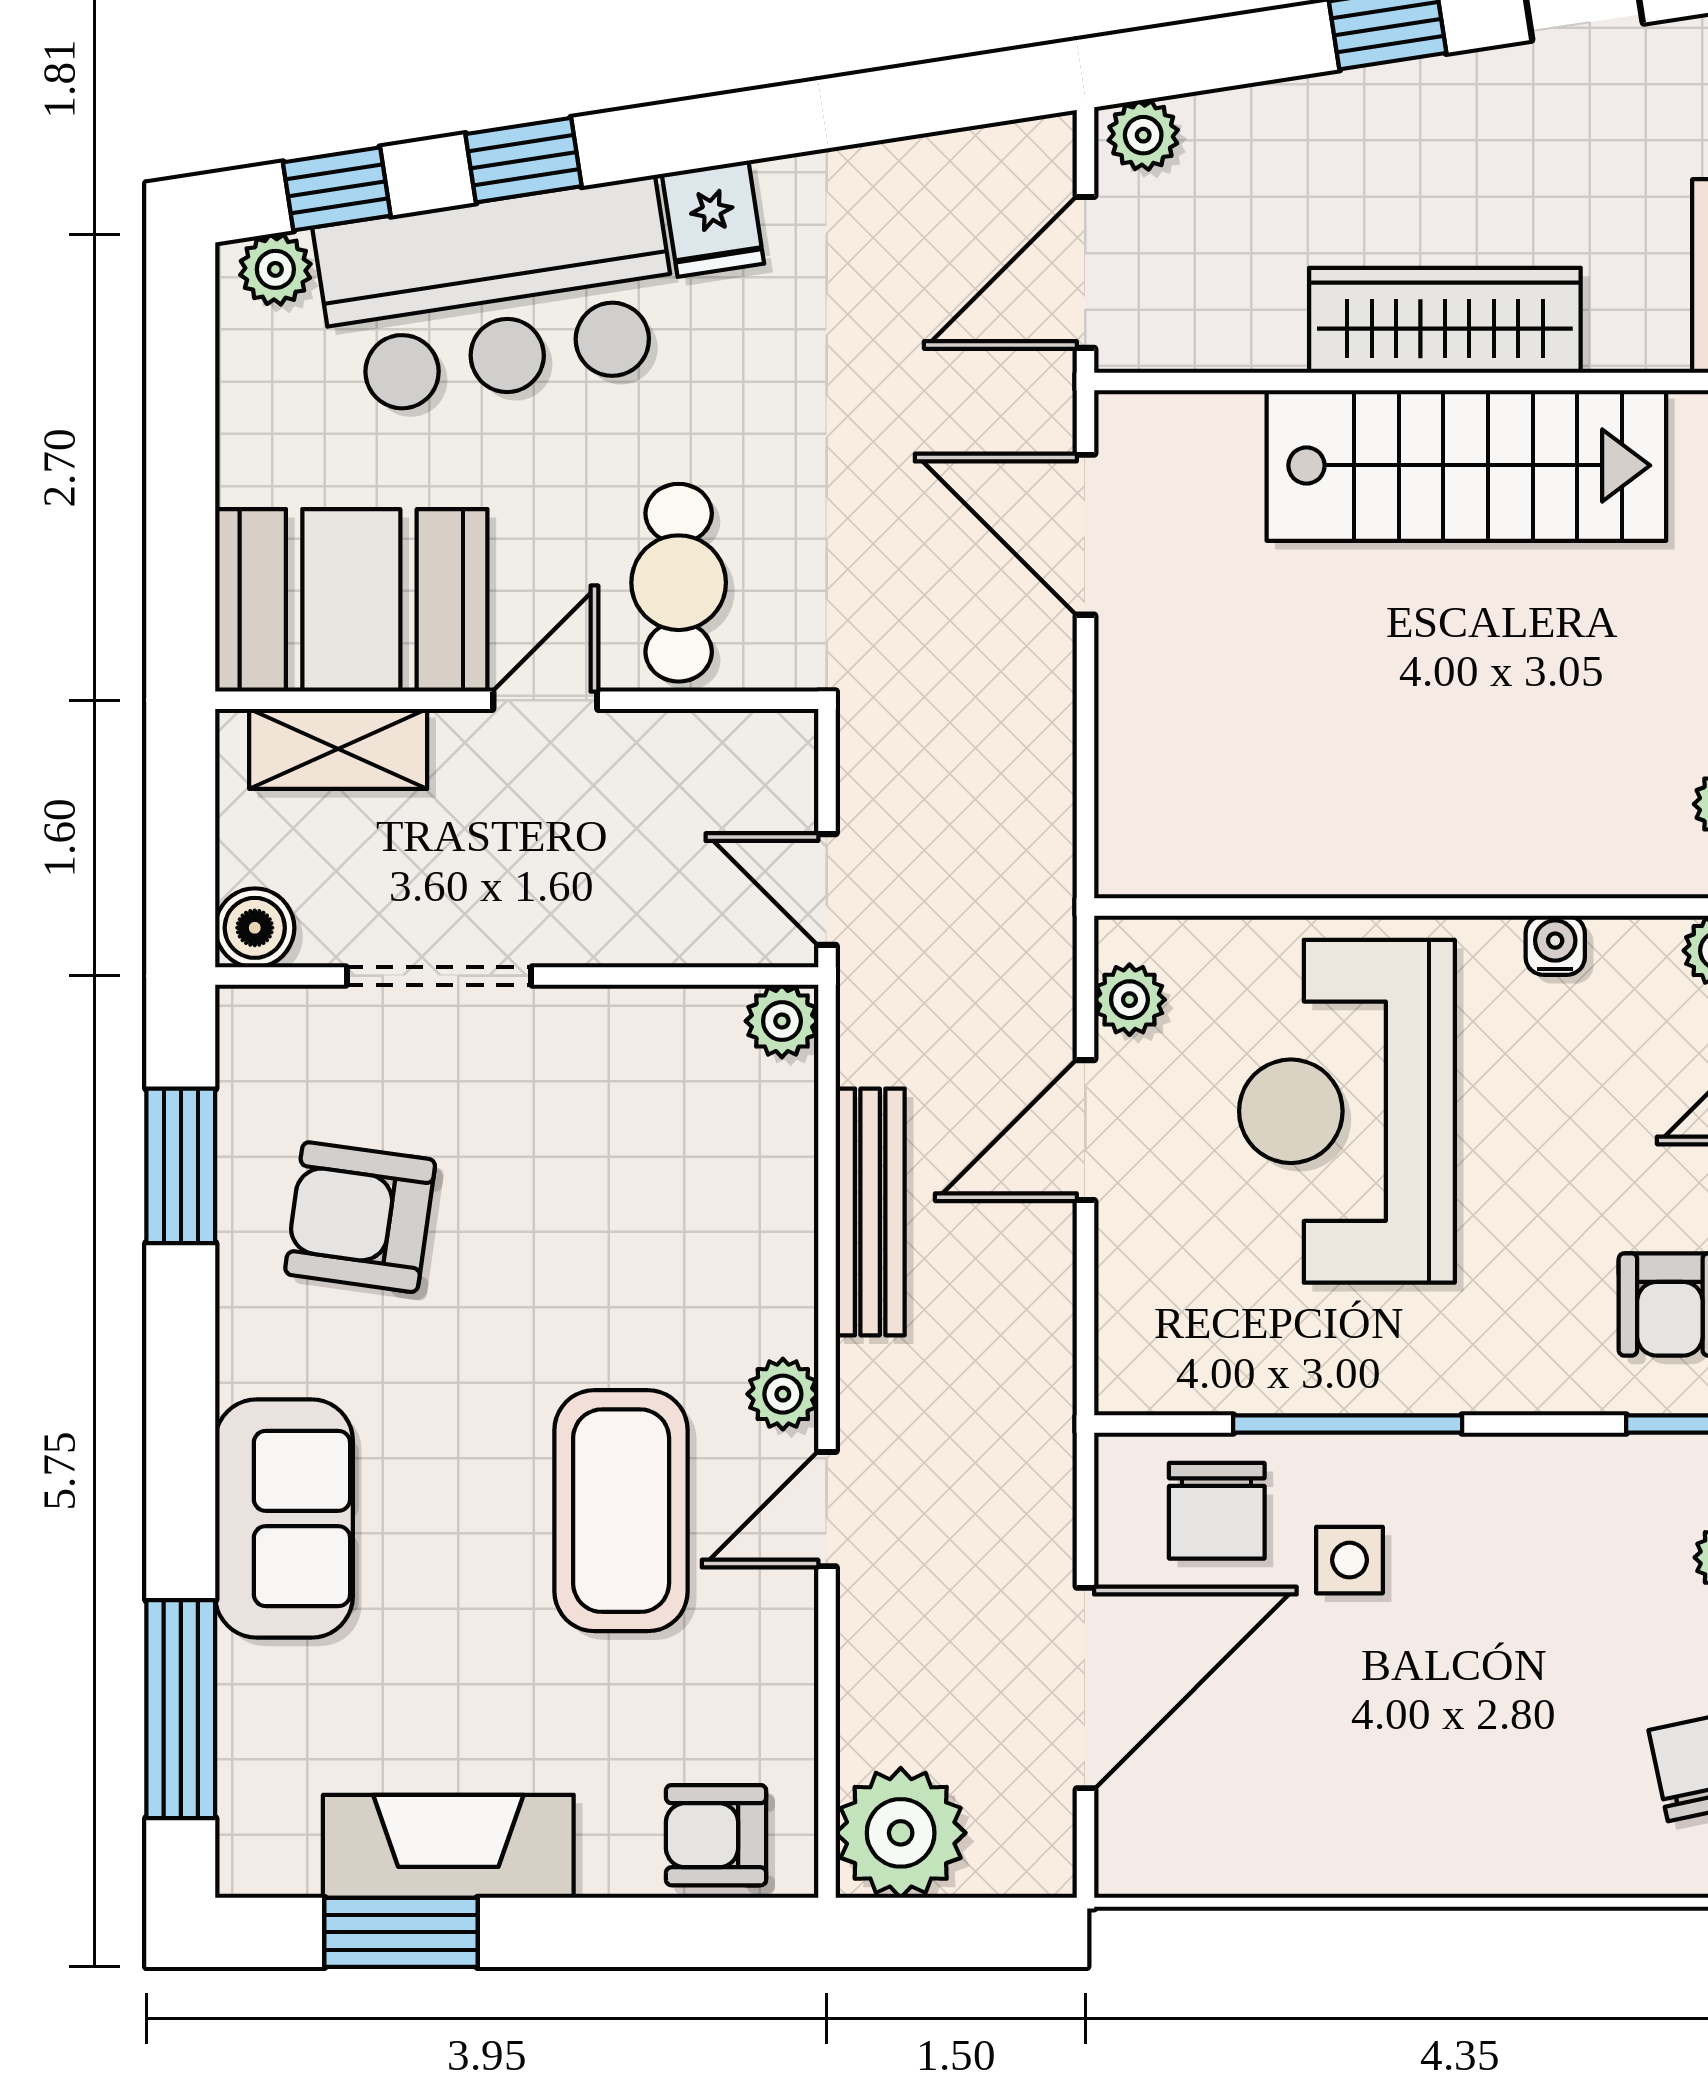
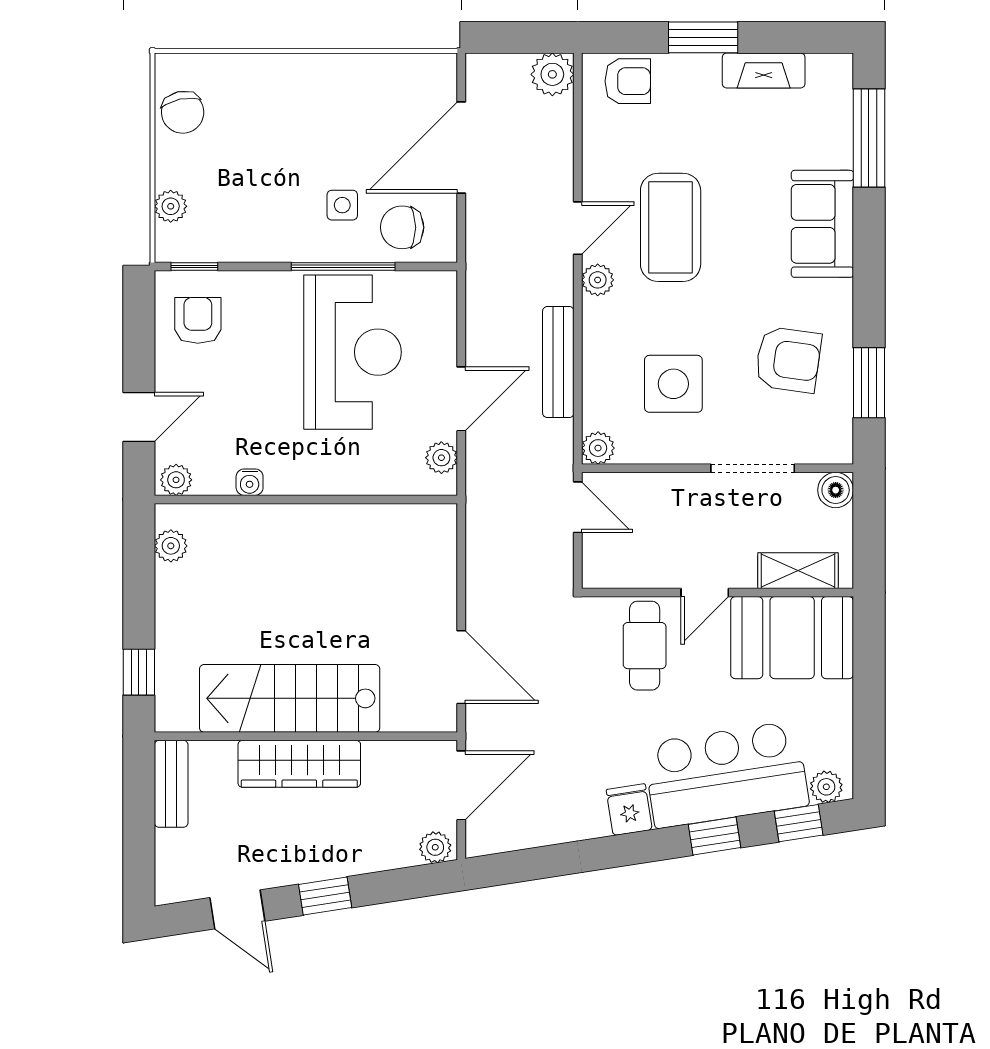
reception desk: (1347, 1111) -> (353, 352), moved
side table: (615, 1164) -> (673, 384), added
chair: (1217, 1511) -> (402, 227), turned -90
plant: (901, 1833) -> (552, 74), width x0.73, depth x0.73
fireplace: (448, 1846) -> (764, 70), width x0.73, depth x0.76
window: (401, 1932) -> (703, 37), moved

